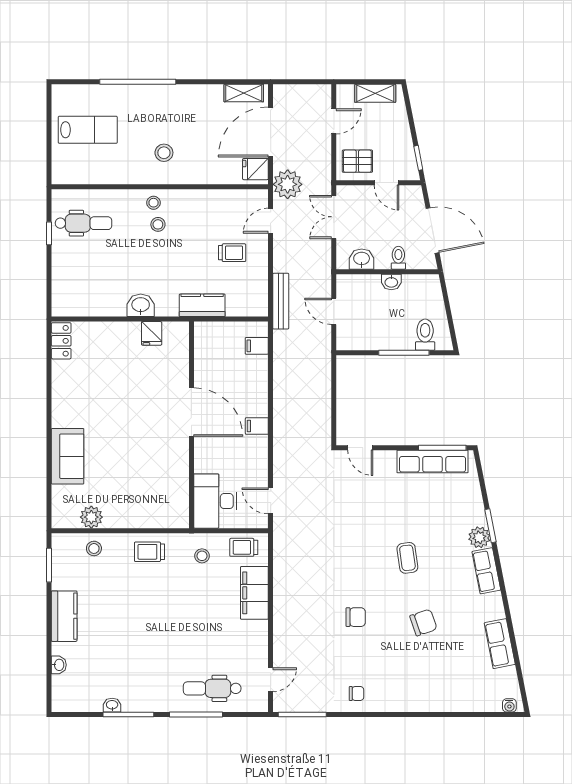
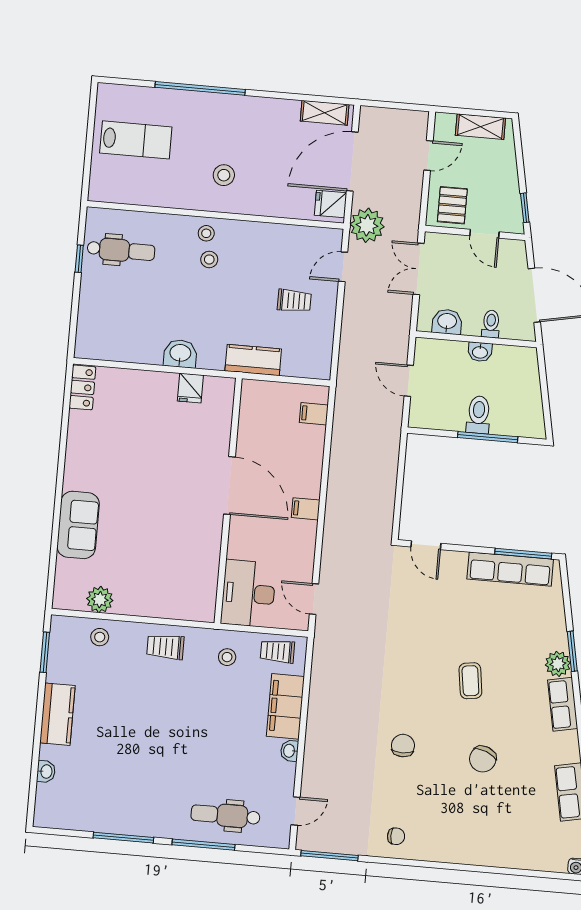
pallet: (357, 161) -> (452, 205), turned 90
bench: (281, 301) -> (347, 363), removed
toilet: (425, 335) -> (479, 415), moved
chair: (356, 617) -> (403, 746), turned -90
chair: (423, 622) -> (483, 759), turned 131
washbasin: (112, 705) -> (290, 751), moved, turned -90

